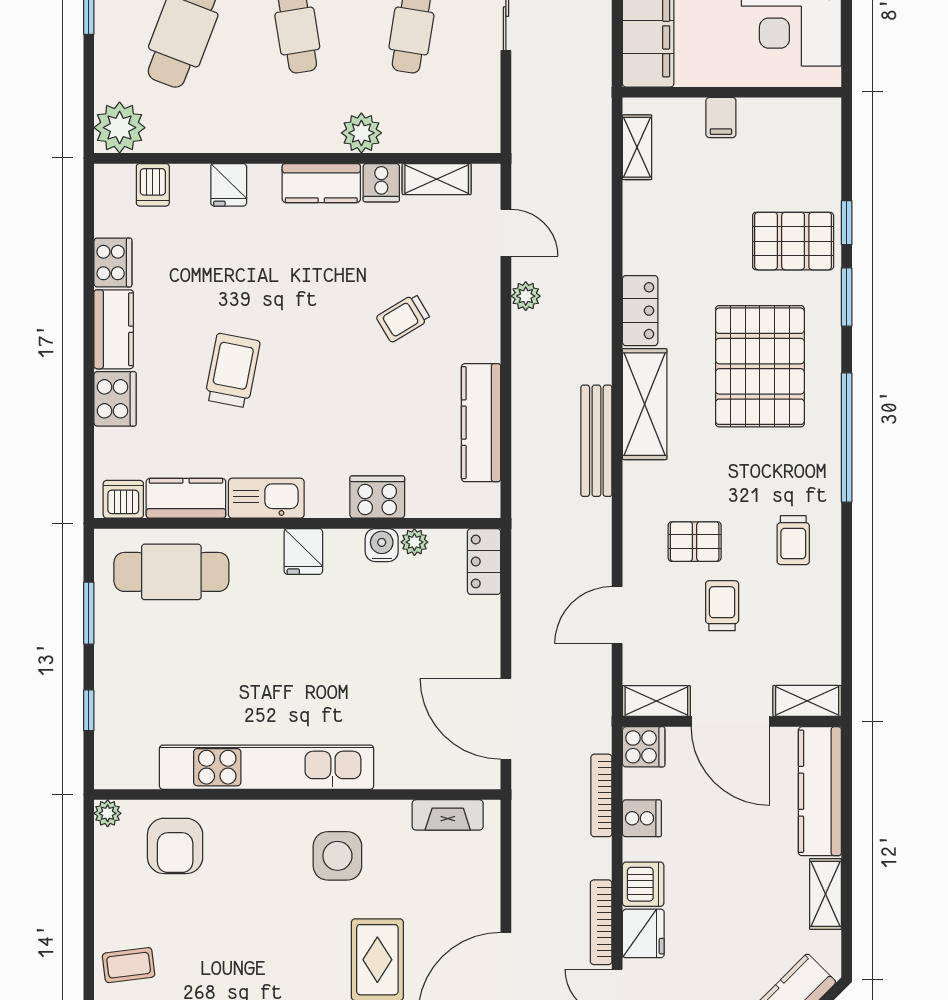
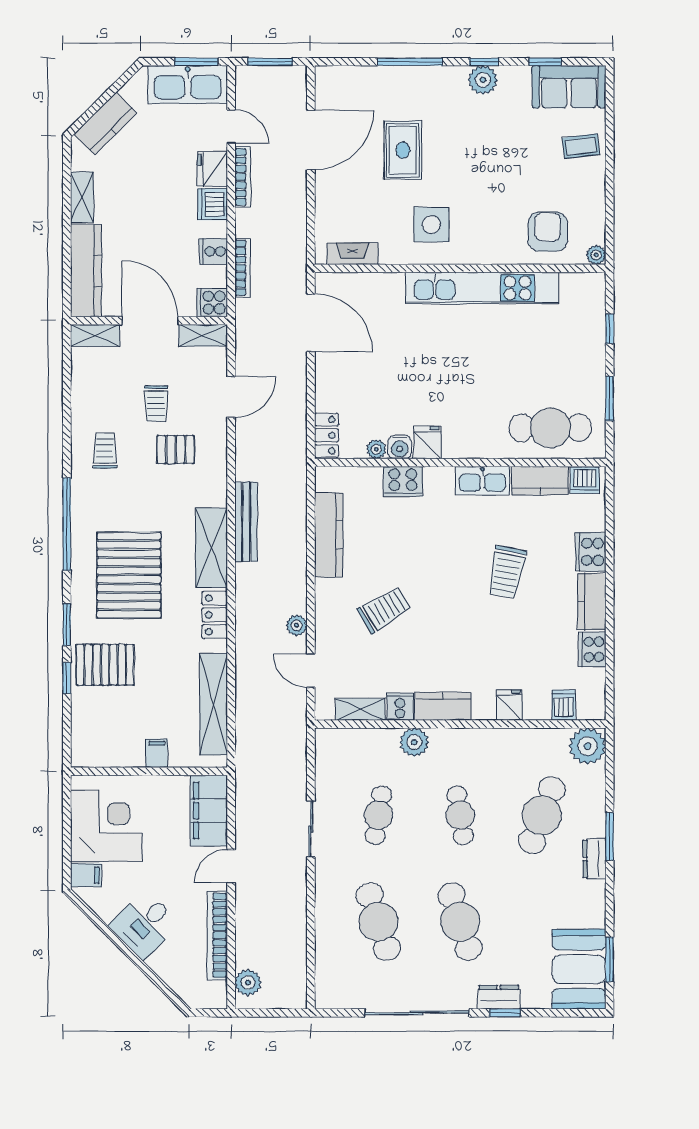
shelving: (637, 147) -> (213, 704), width x2.20, depth x1.33
trolley: (403, 318) -> (384, 610), width x1.36, depth x1.39
fridge: (303, 551) -> (427, 442), moved

